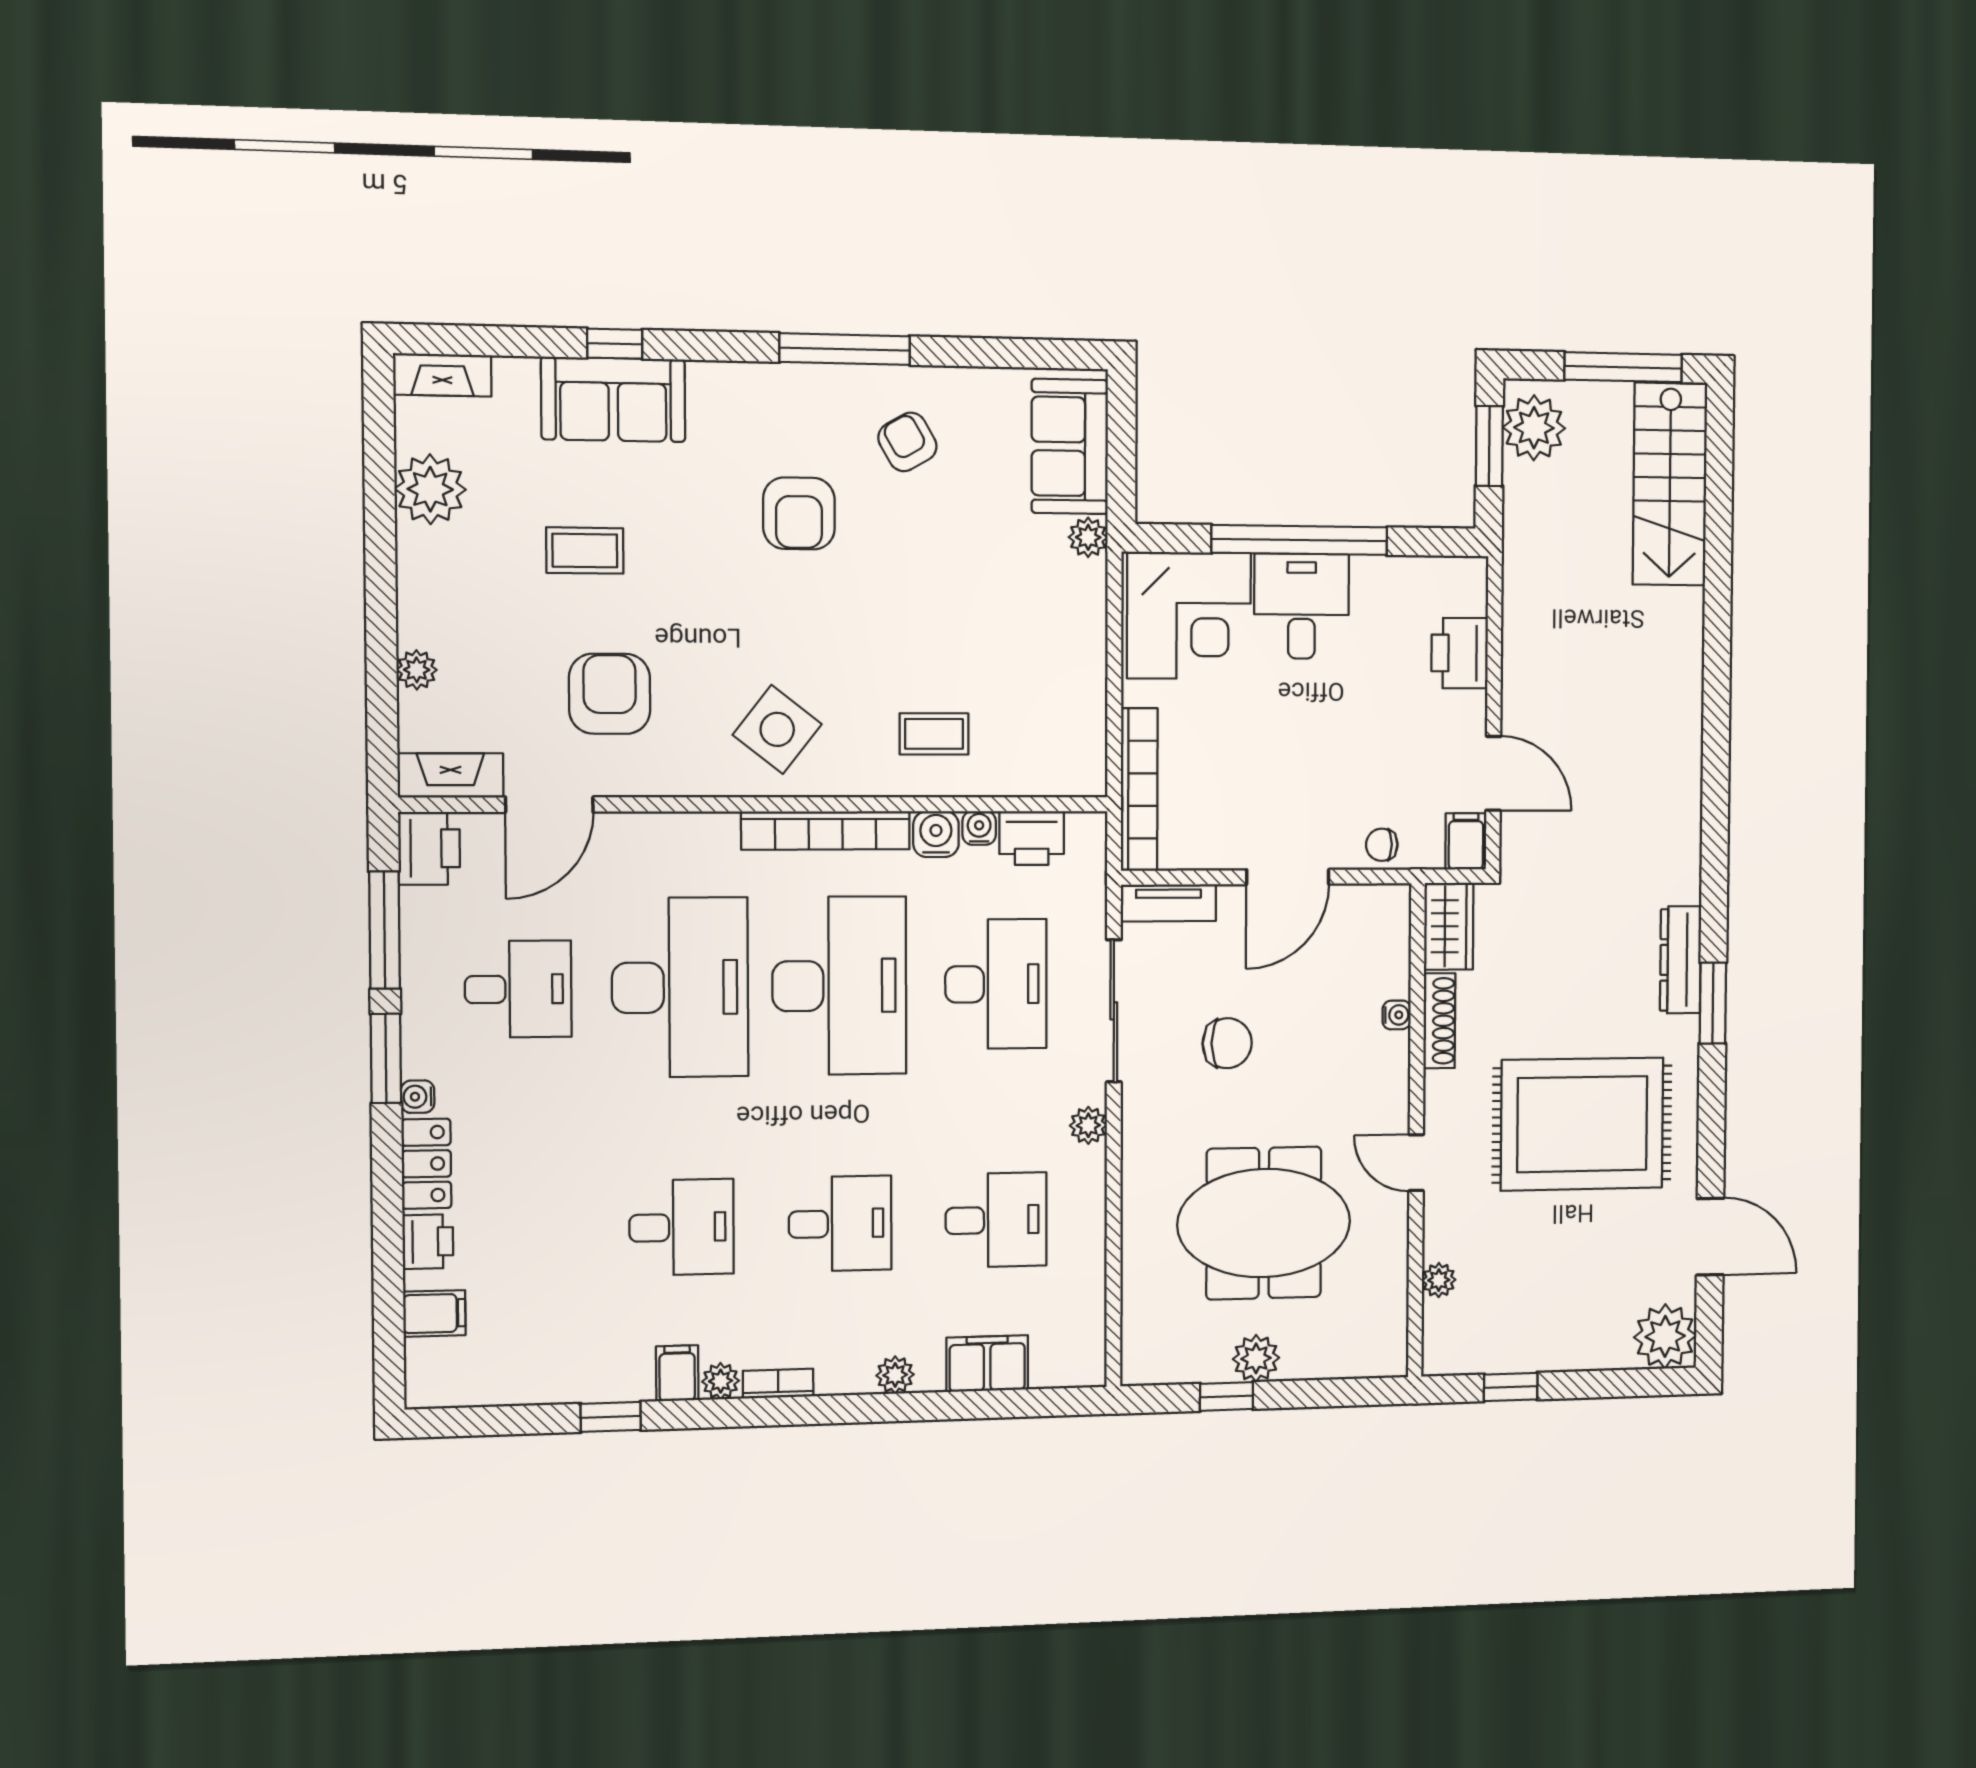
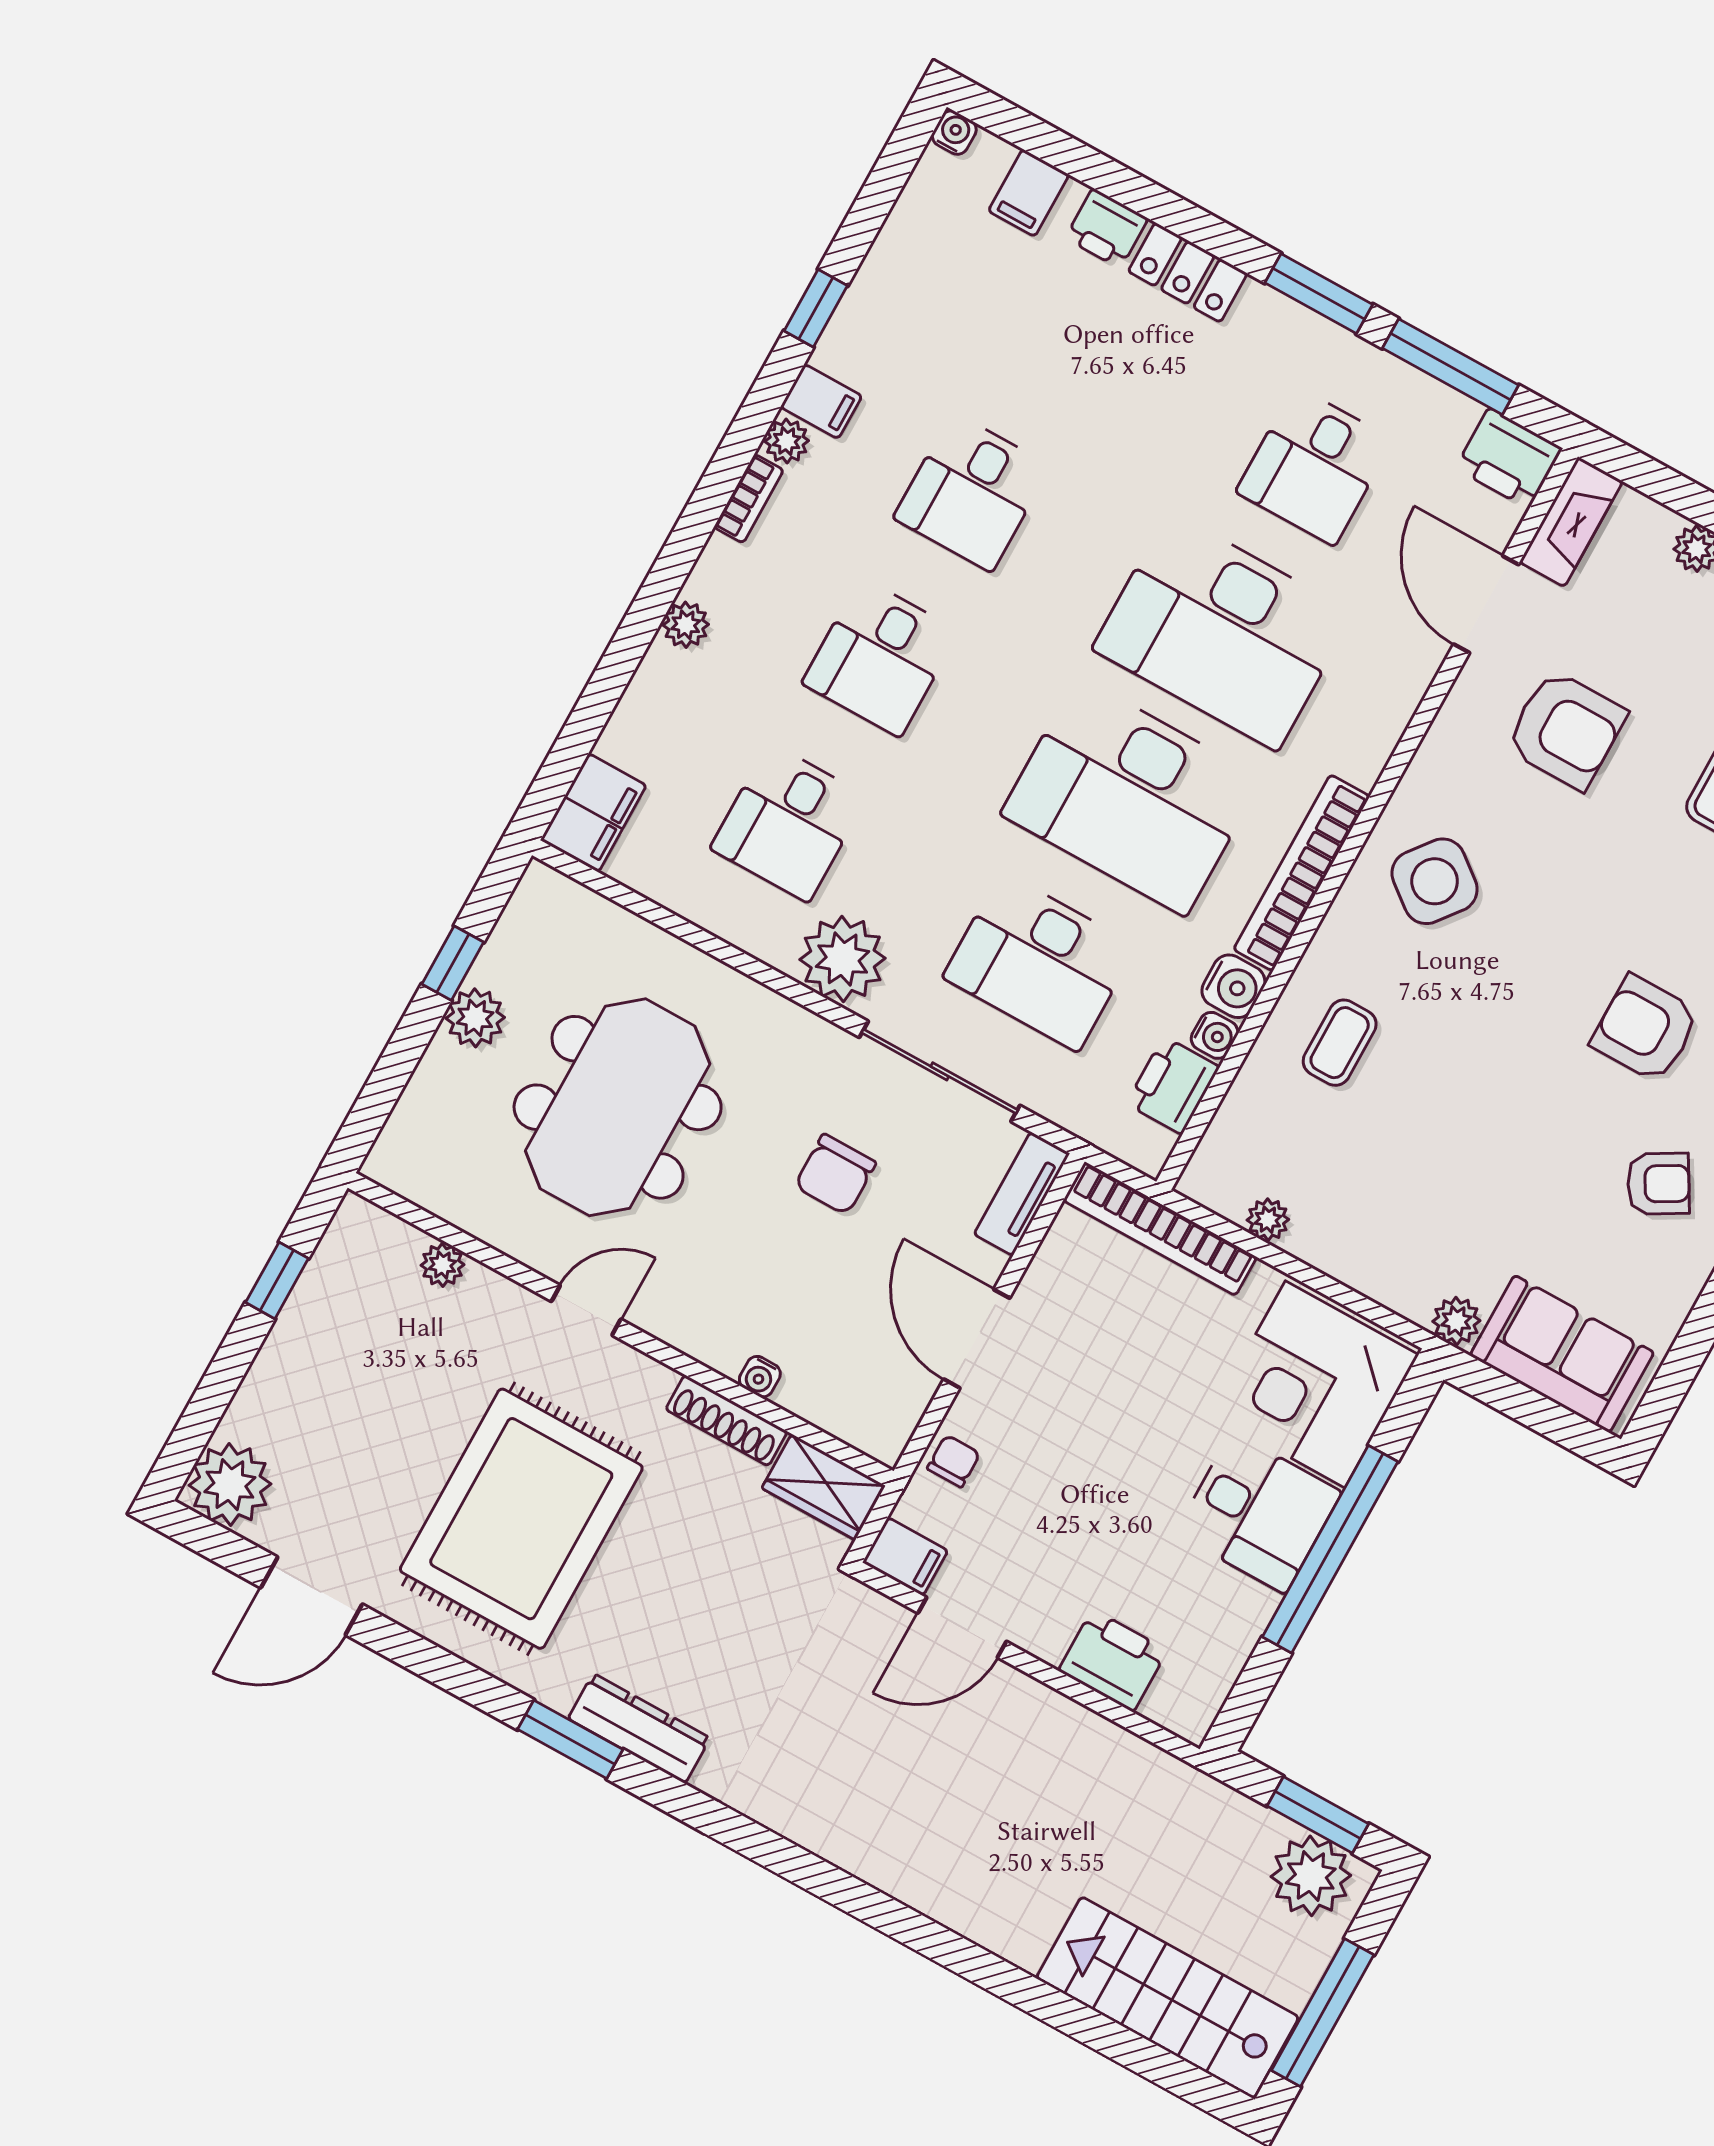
plant: (1090, 715) -> (1268, 1220), added
water cooler: (418, 1097) -> (954, 133), moved
plant: (1088, 1125) -> (843, 959), width x1.88, depth x1.88
filing cabinet: (987, 1364) -> (593, 813), moved

